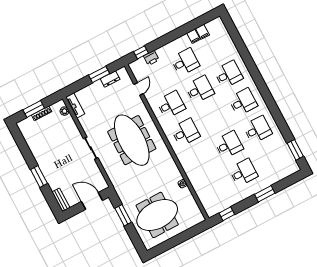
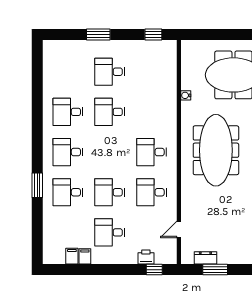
meeting table: (132, 140) -> (216, 150), moved
window: (295, 150) -> (37, 185), moved

